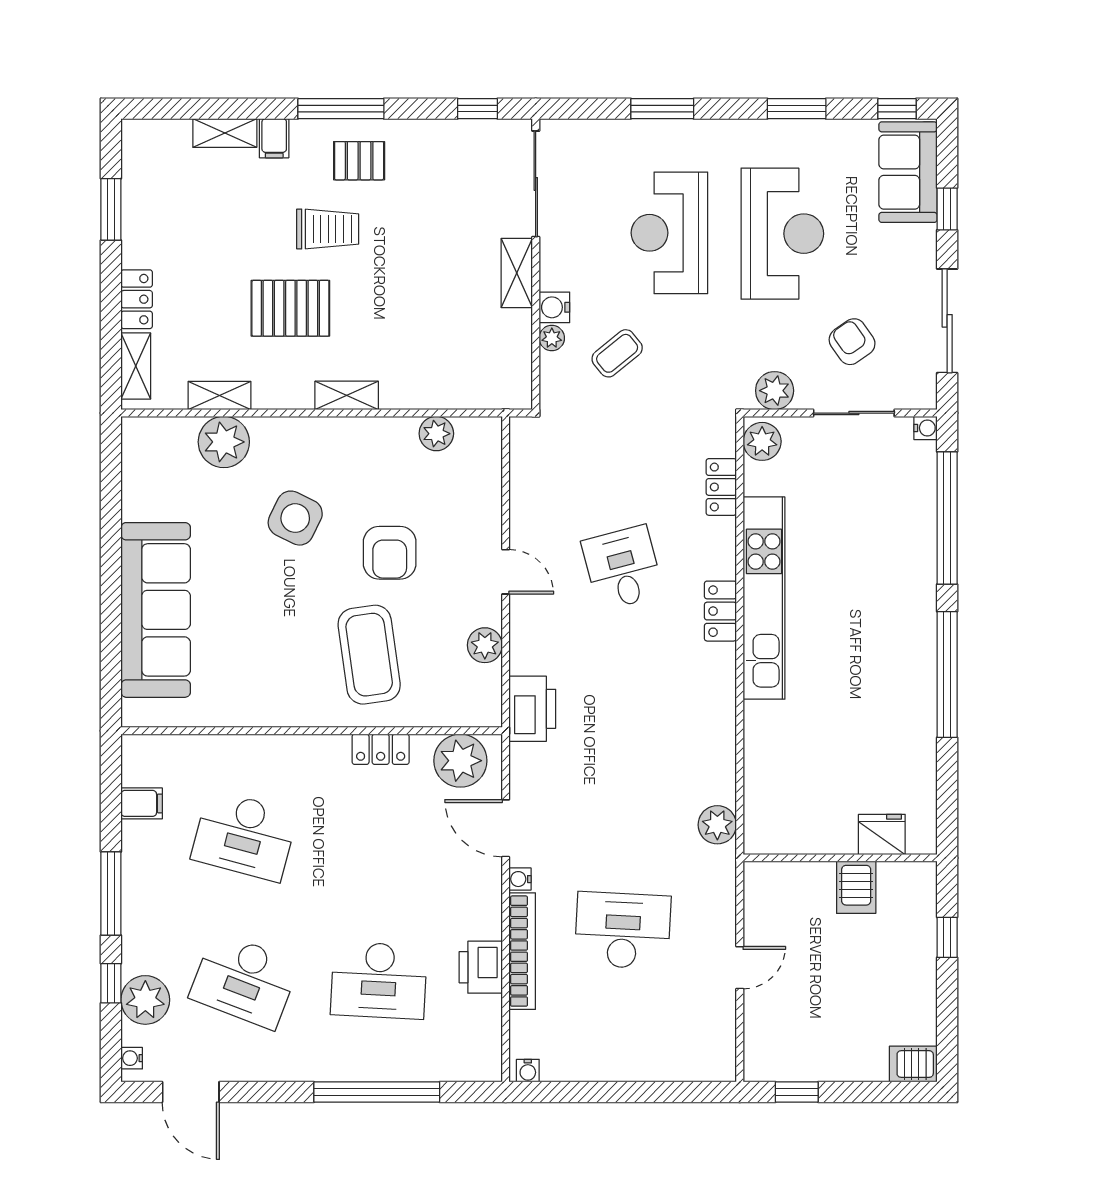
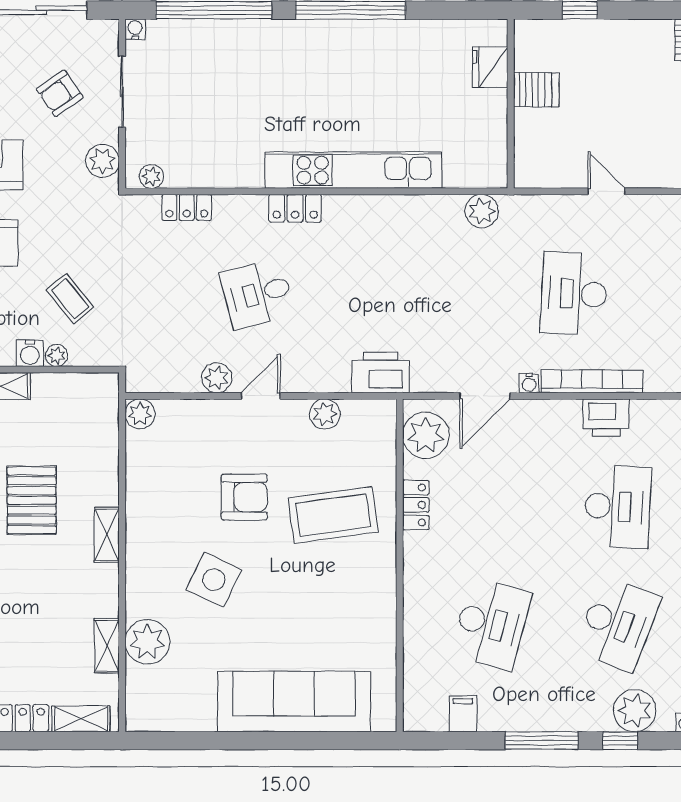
pallet: (290, 308) -> (32, 500), moved
plant: (436, 434) -> (140, 414), moved
plant: (762, 441) -> (151, 176), width x0.73, depth x0.73
plant: (526, 521) -> (217, 378), added
kitchen unit: (764, 598) -> (353, 170), moved

